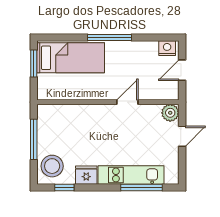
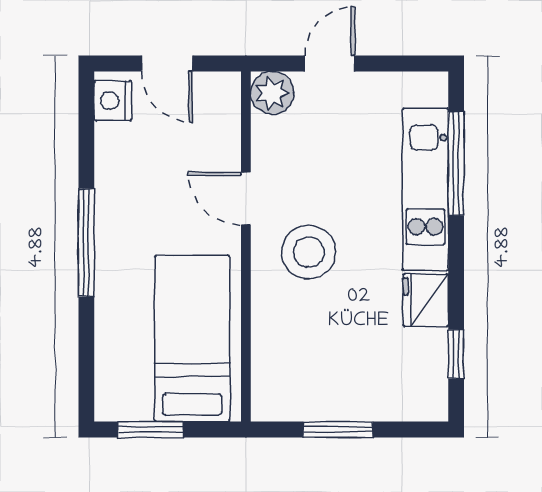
bed: (71, 58) -> (192, 339), moved
door: (182, 136) -> (330, 64), hinge flipped
window: (34, 139) -> (338, 429), width x0.69
stool: (52, 166) -> (309, 252), moved

